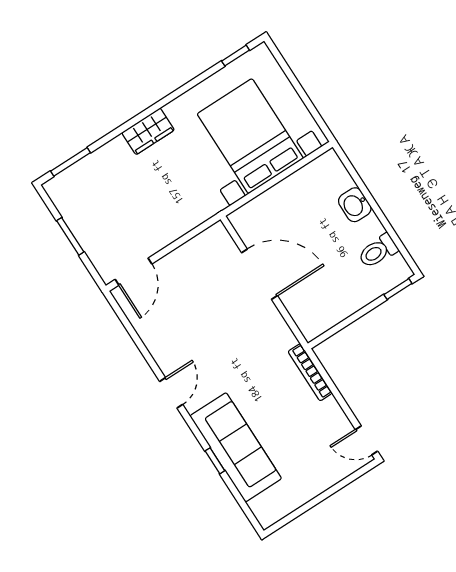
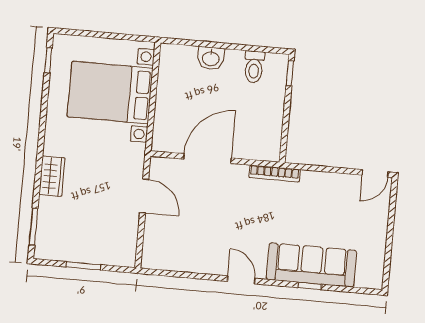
wardrobe: (148, 131) -> (52, 176), moved
door: (133, 272) -> (144, 196), moved
bookcase: (310, 372) -> (275, 173), moved

